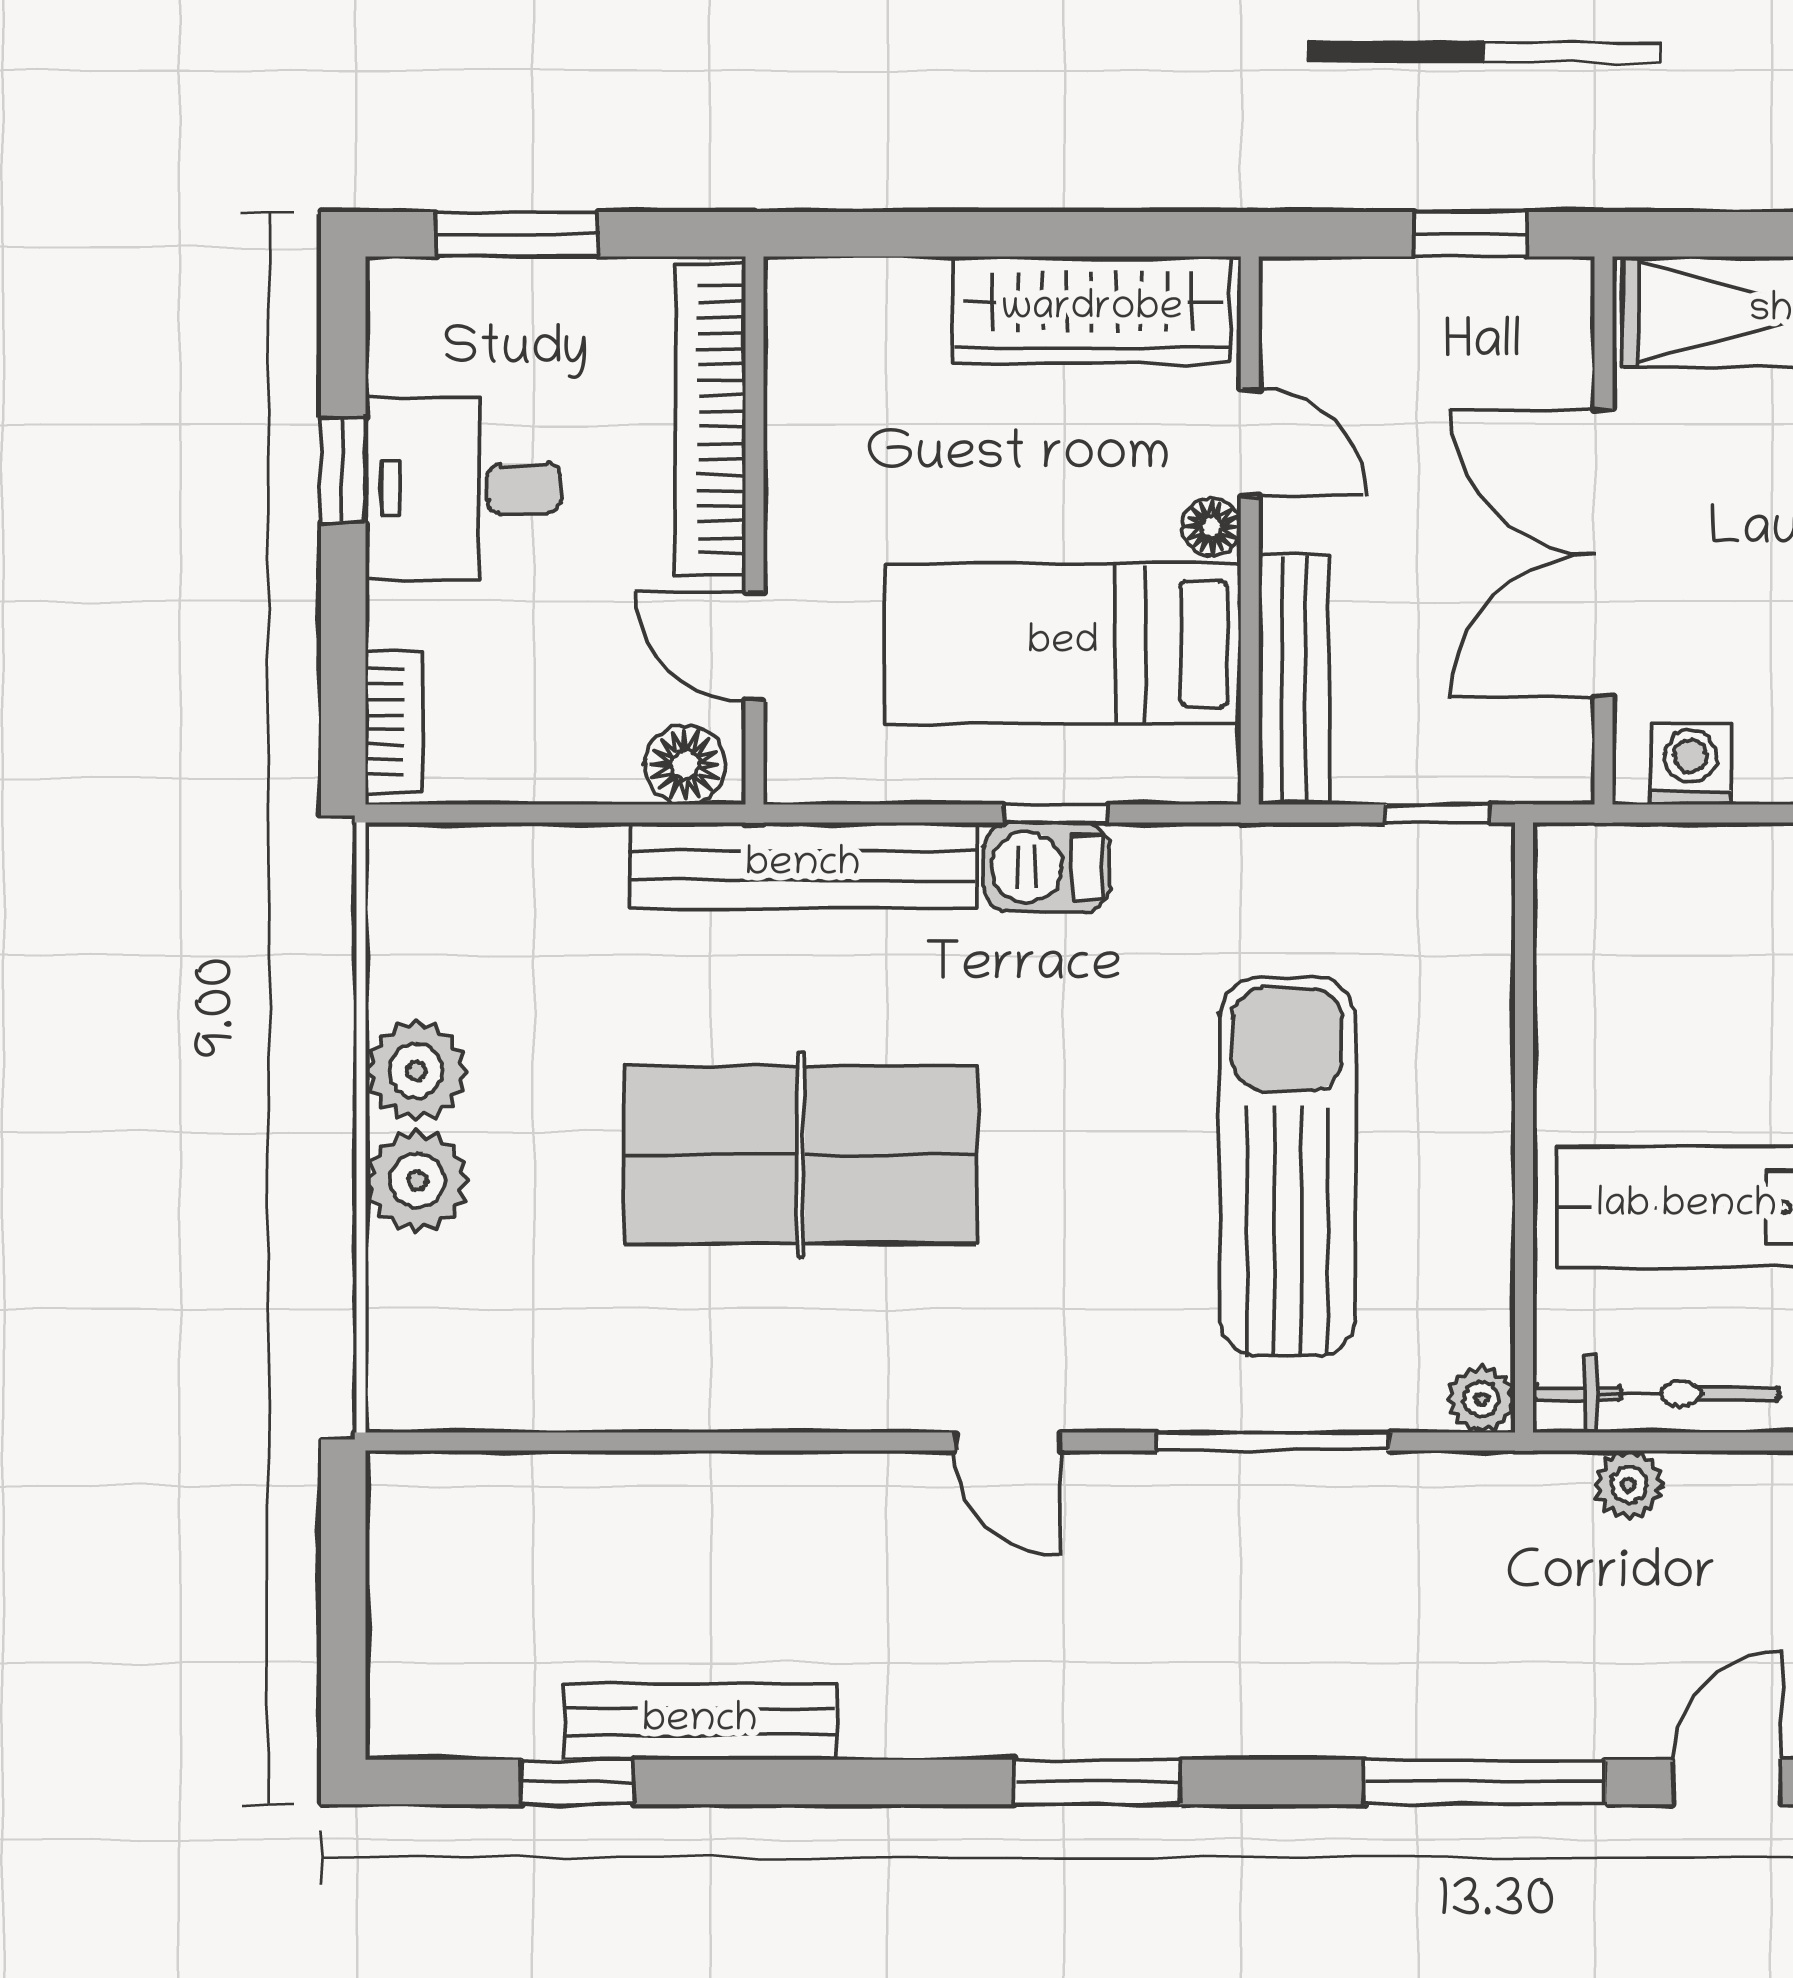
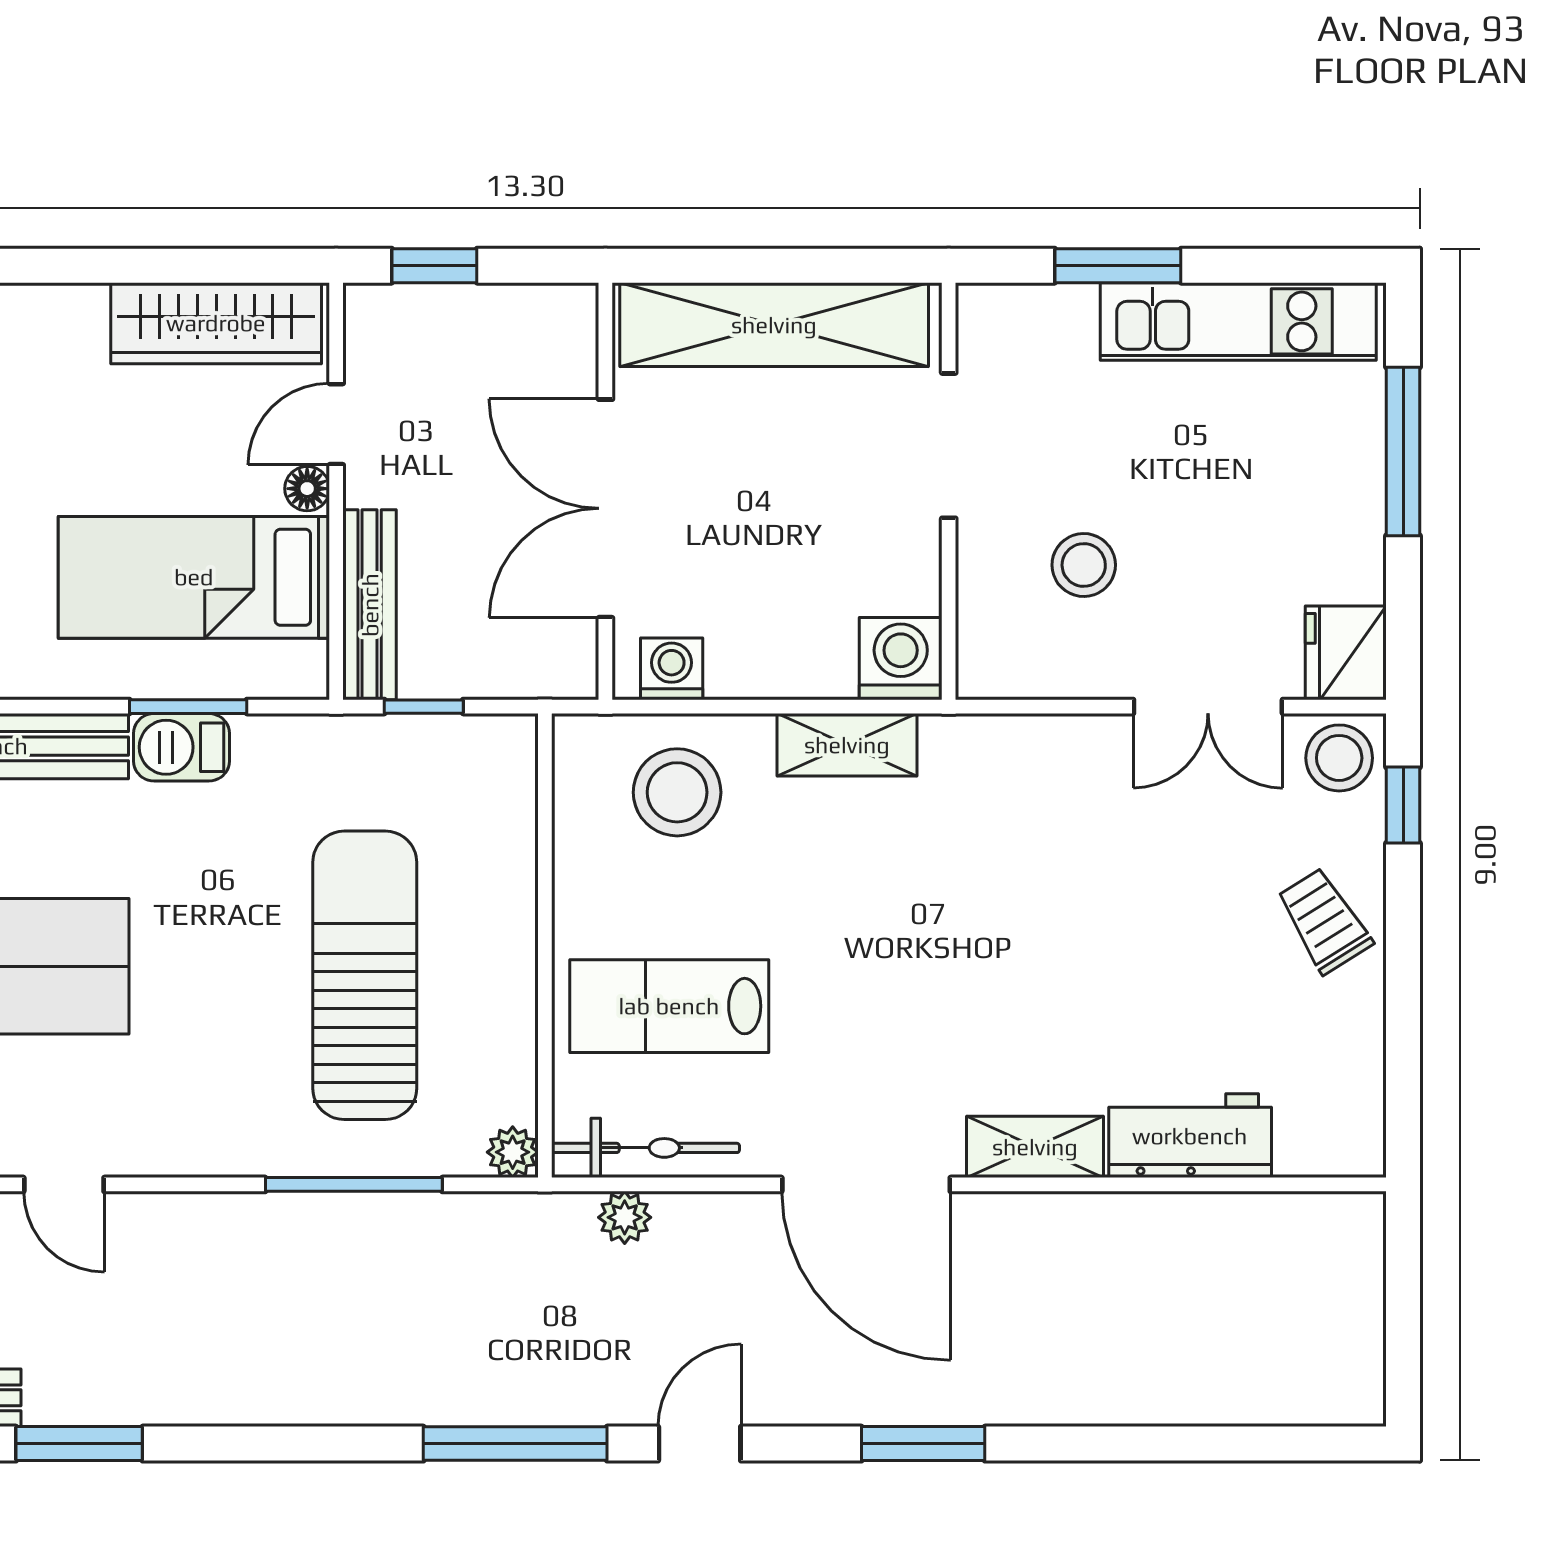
window: (1470, 234) -> (434, 266), moved
door: (1250, 442) -> (336, 424), swing flipped
window: (1055, 814) -> (188, 707), width x1.50
window: (1437, 814) -> (424, 707), moved
stool: (1698, 926) -> (677, 792), added
door: (1007, 1441) -> (64, 1184), moved
window: (1098, 1782) -> (79, 1444), moved

